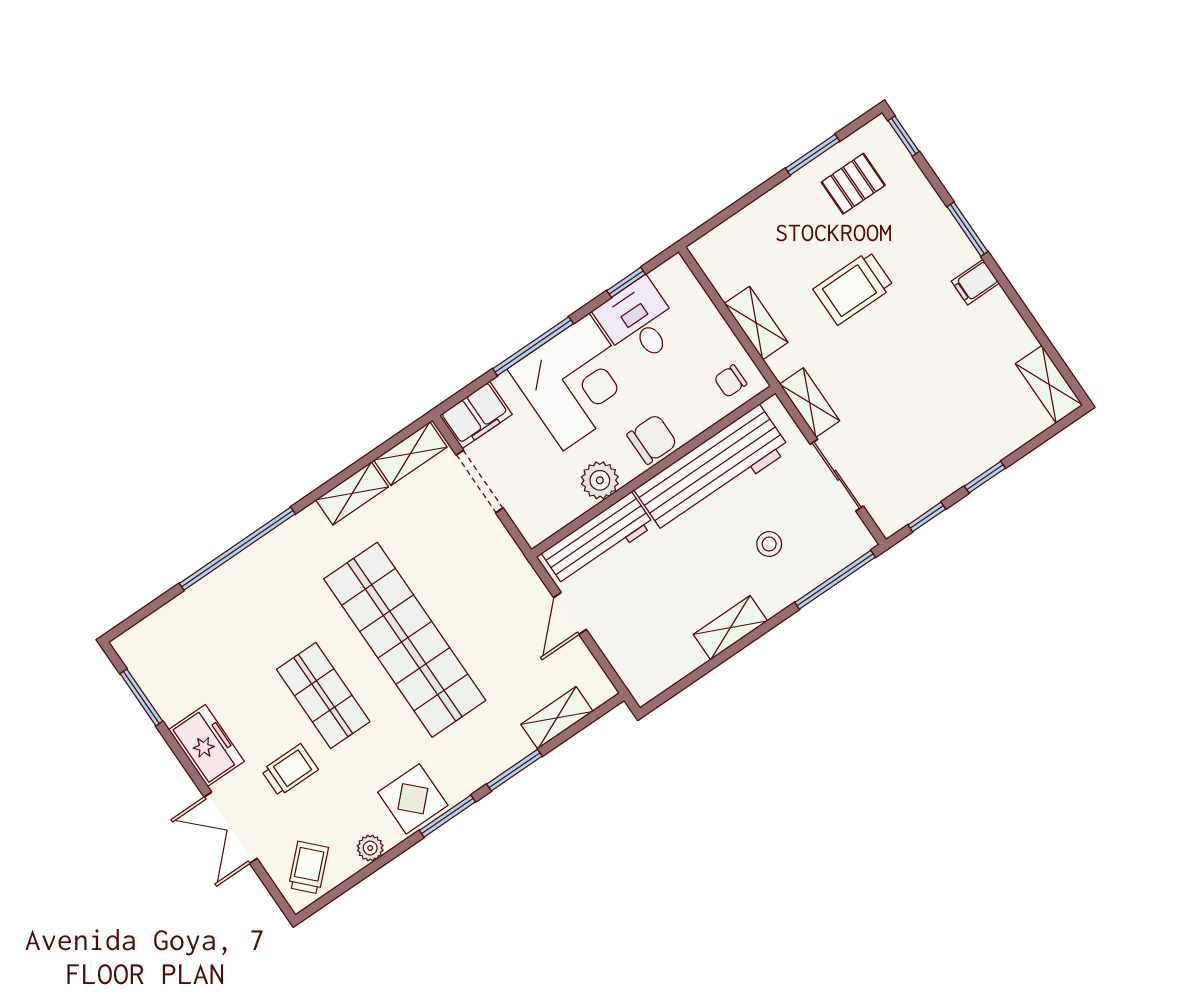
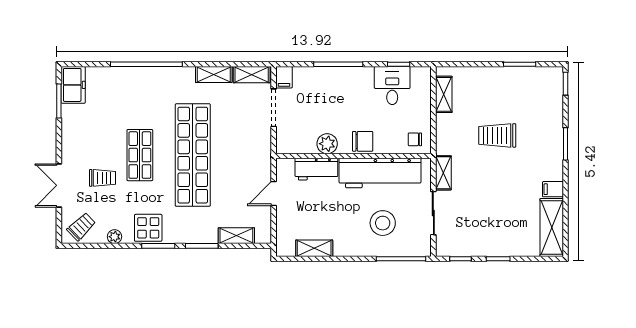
pallet: (853, 184) -> (529, 89), removed
filing cabinet: (975, 282) -> (553, 189), moved
shelving: (756, 323) -> (444, 94), moved
corner desk: (576, 382) -> (346, 93), removed
shelving: (1049, 384) -> (552, 228), width x1.50, depth x1.33
filing cabinet: (476, 415) -> (284, 77), width x0.50
workbench: (598, 539) -> (316, 169), width x0.73
stool: (769, 544) -> (383, 223), width x1.89, depth x1.89
shelving: (730, 628) -> (314, 248), moved
freezer: (206, 746) -> (73, 85), moved

